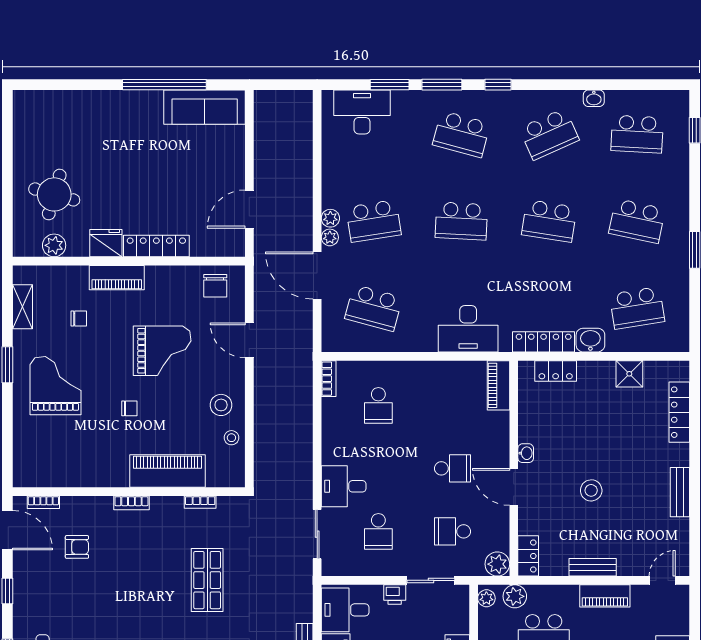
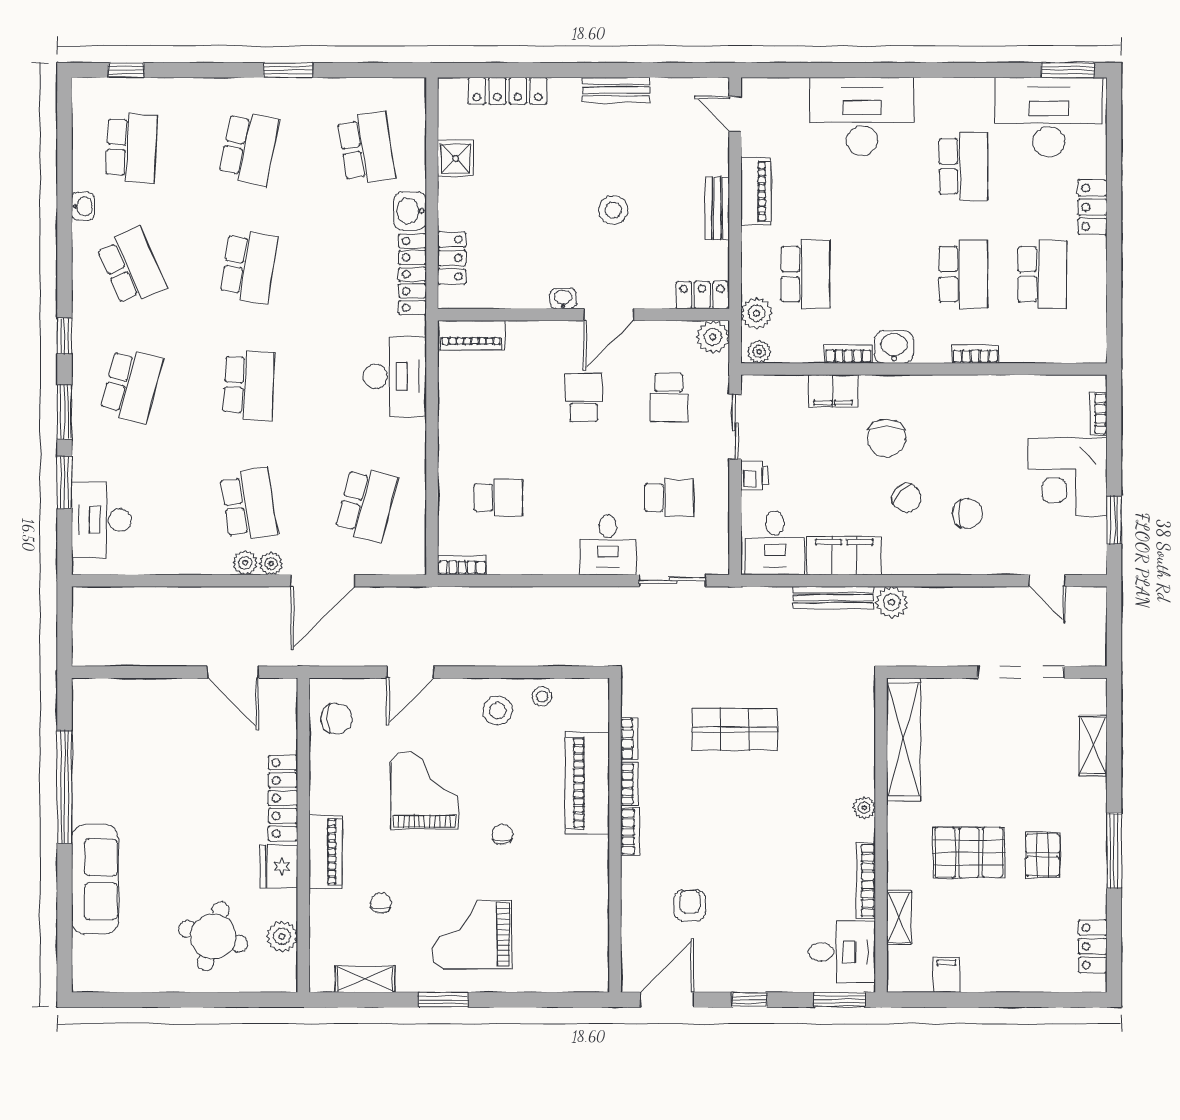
sofa: (205, 107) -> (95, 879), moved
bookcase: (43, 502) -> (629, 784), moved

